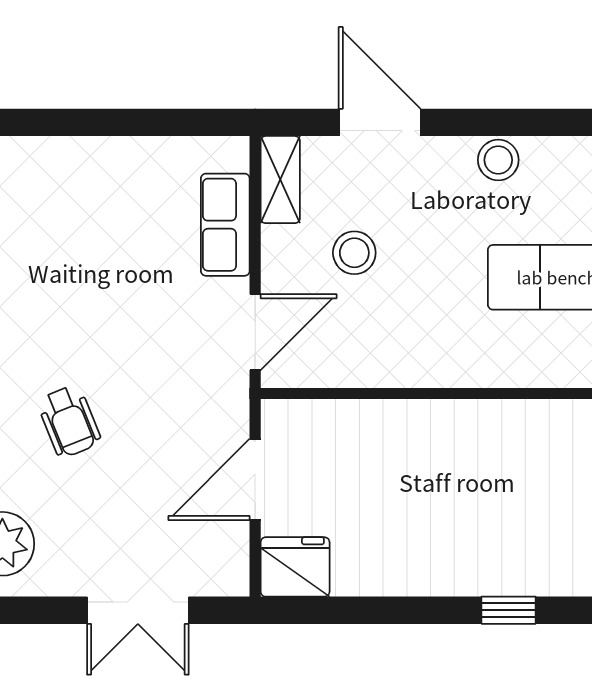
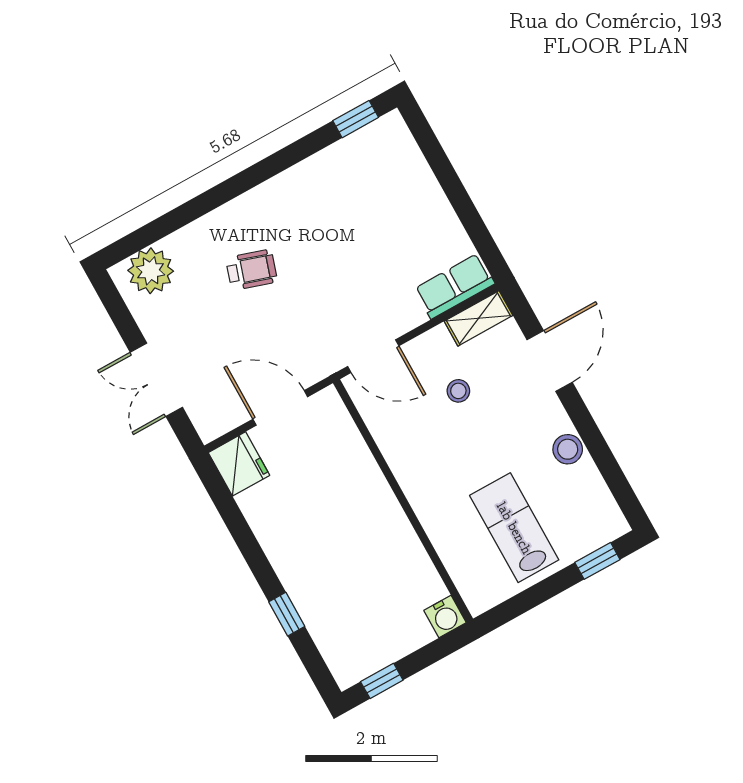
row of seats: (225, 225) -> (454, 286), moved
stool: (354, 253) -> (458, 391), width x0.73, depth x0.73
wheelchair: (69, 421) -> (251, 270), turned -140

